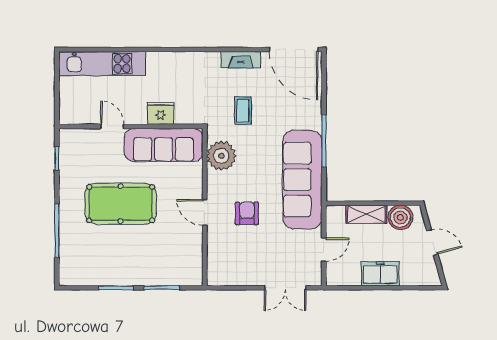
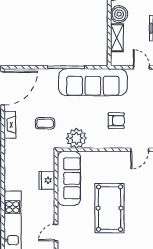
door: (112, 126) -> (56, 233), moved
door: (205, 212) -> (140, 150), moved
armchair: (247, 213) -> (116, 121), turned 180

